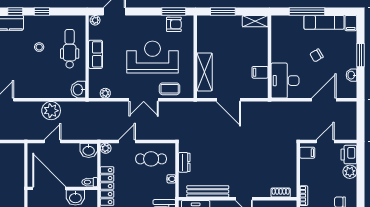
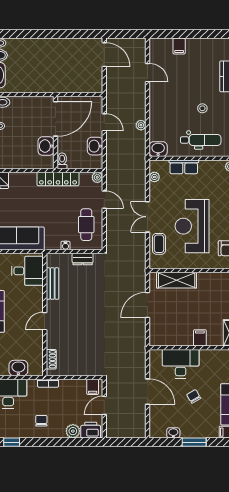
row of seats: (95, 54) -> (184, 167), moved
reception desk: (153, 57) -> (192, 226), turned 180
filing cabinet: (260, 72) -> (200, 338), moved
desk: (285, 81) -> (181, 364), moved
door: (324, 100) -> (148, 392), moved
plant: (51, 111) -> (141, 125), width x0.53, depth x0.53
door: (325, 141) -> (104, 405), swing flipped
washbasin: (89, 150) -> (95, 146), moved
bench: (208, 191) -> (52, 284), width x0.73

